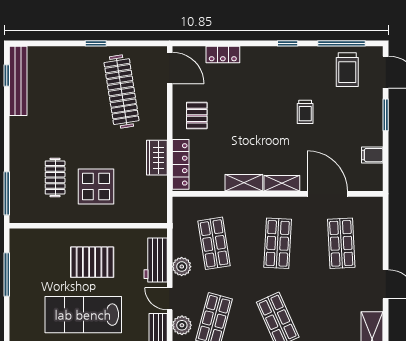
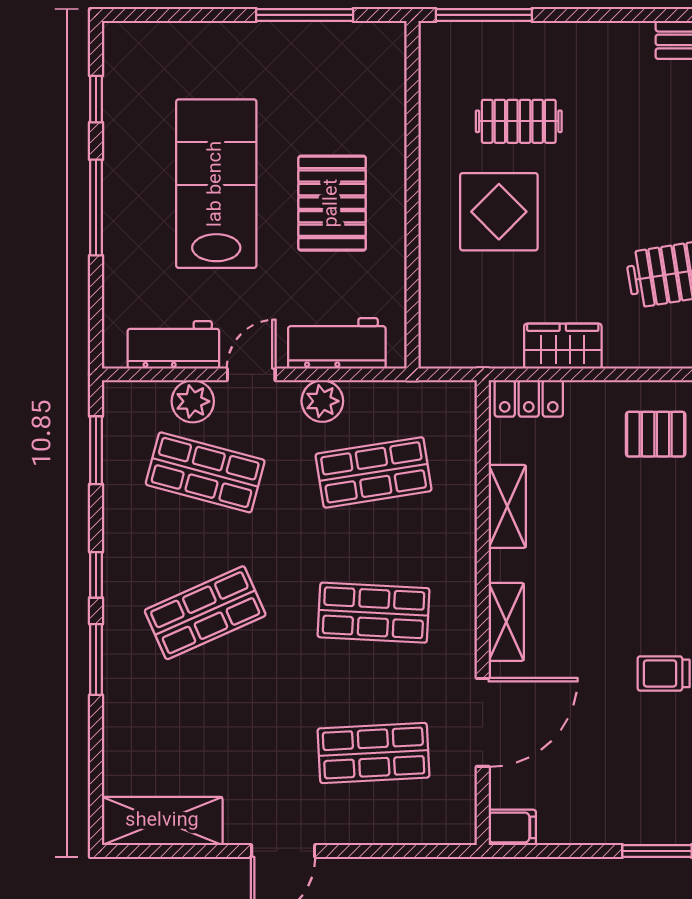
filing cabinet: (372, 155) -> (512, 827), moved, turned 90
locker: (181, 164) -> (529, 398), width x0.66
shelving: (244, 183) -> (507, 506), moved

